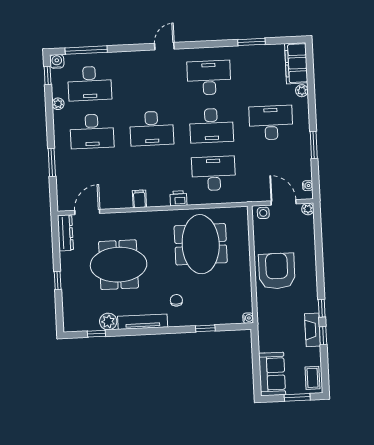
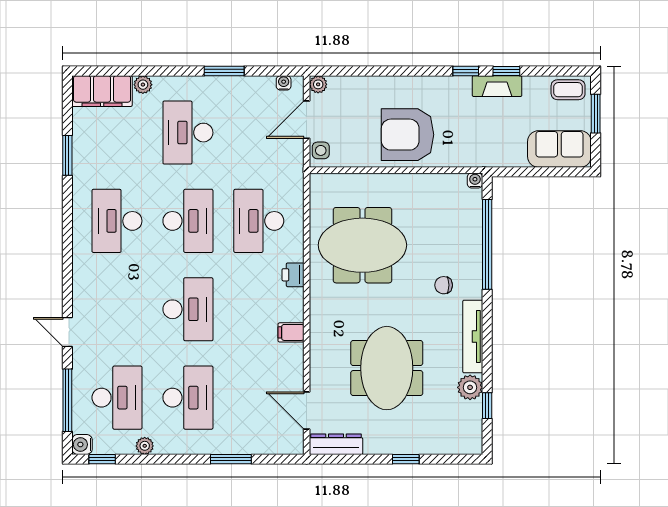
door: (164, 46) -> (67, 332), moved
window: (205, 328) -> (487, 244), width x3.17

